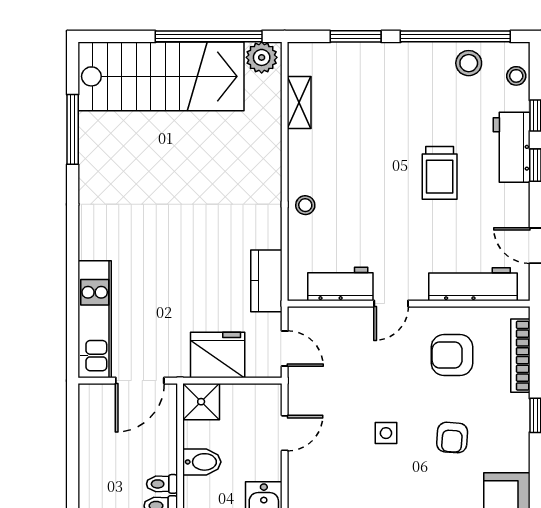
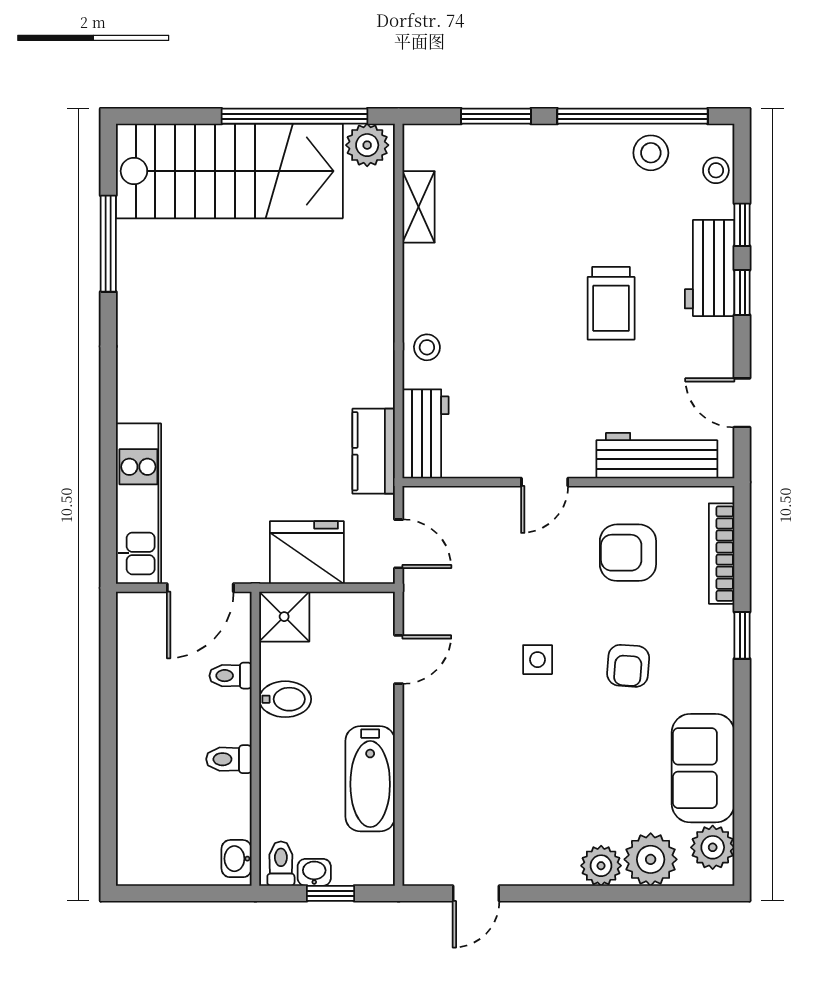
workbench: (340, 284) -> (426, 434), moved, turned 90
toilet: (162, 484) -> (231, 676), moved

